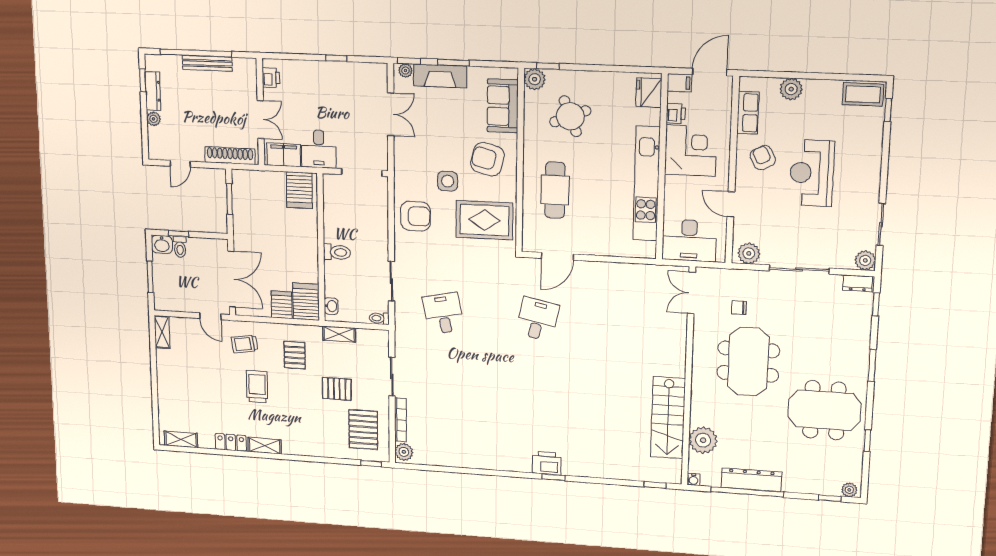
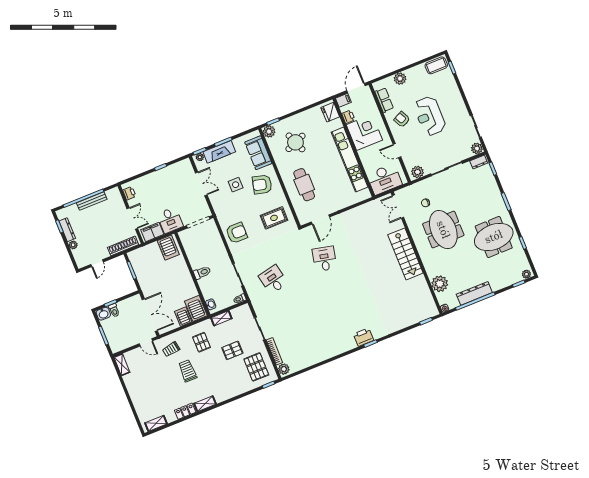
side table: (448, 181) -> (236, 185), moved
rug: (484, 220) -> (274, 218), width x0.73, depth x0.70
stairs: (668, 418) -> (405, 254), moved

